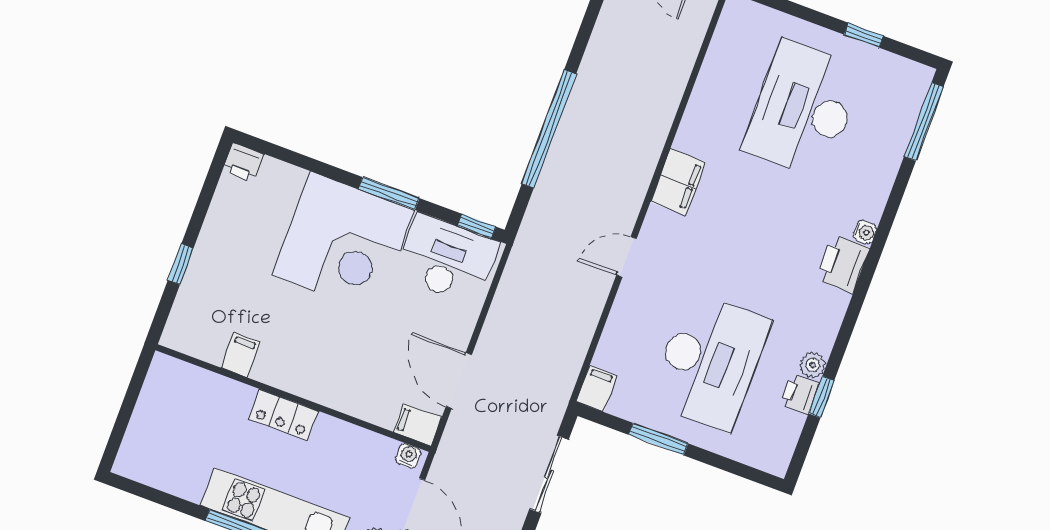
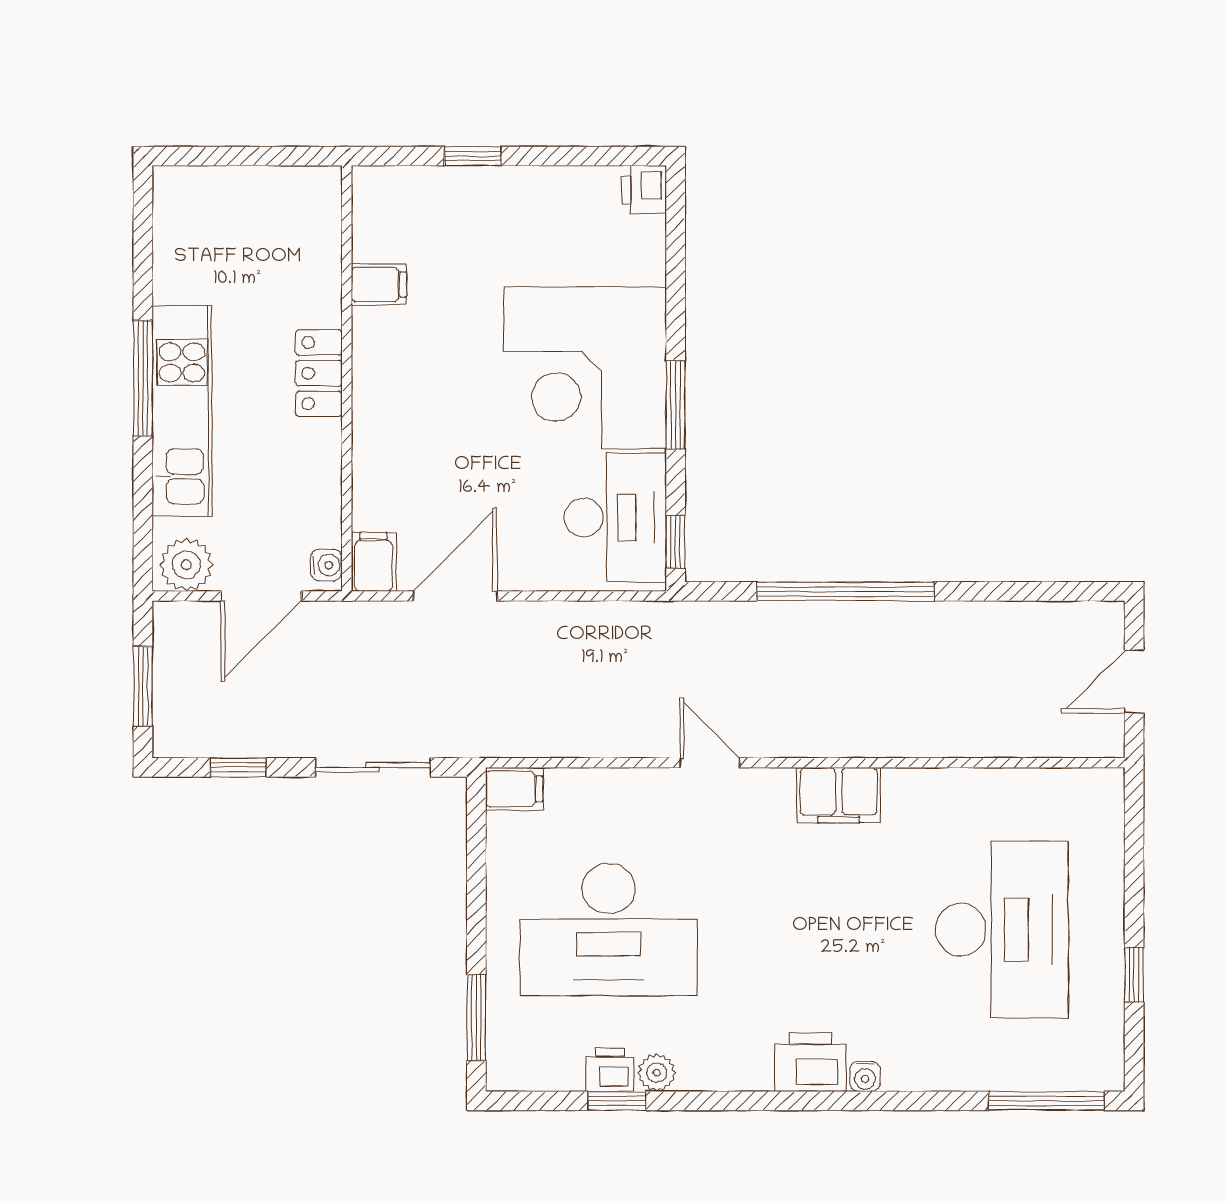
desk: (803, 109) -> (1002, 930), turned 90
window: (658, 439) -> (476, 1018), moved

